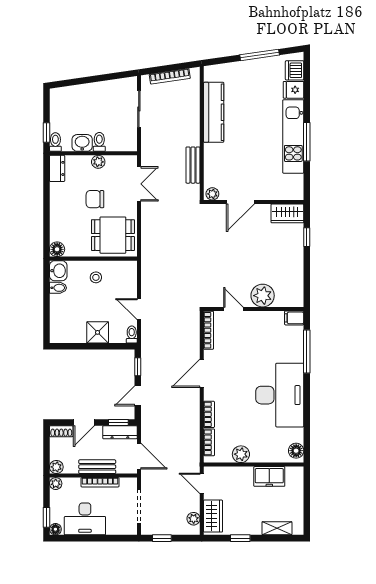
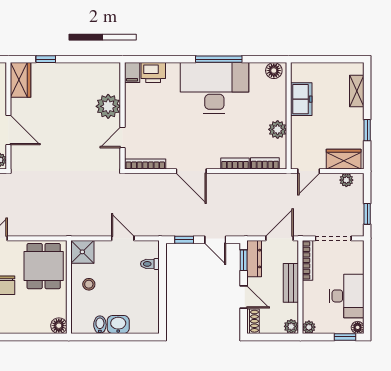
washbasin: (58, 271) -> (118, 324), moved
door: (139, 309) -> (123, 238), swing flipped
shower: (98, 332) -> (82, 252), moved
toilet: (132, 335) -> (150, 264), moved
printer: (294, 338) -> (153, 73), added
window: (307, 351) -> (219, 59), moved
bookcase: (100, 482) -> (308, 260), moved

